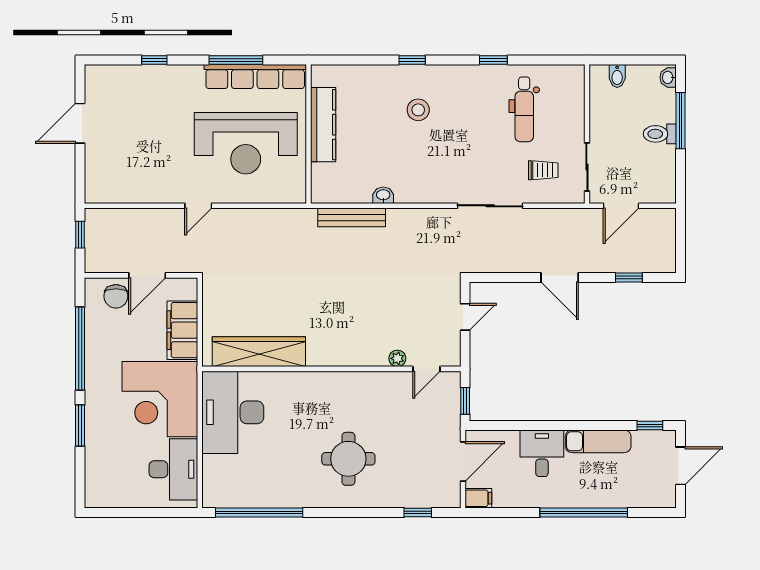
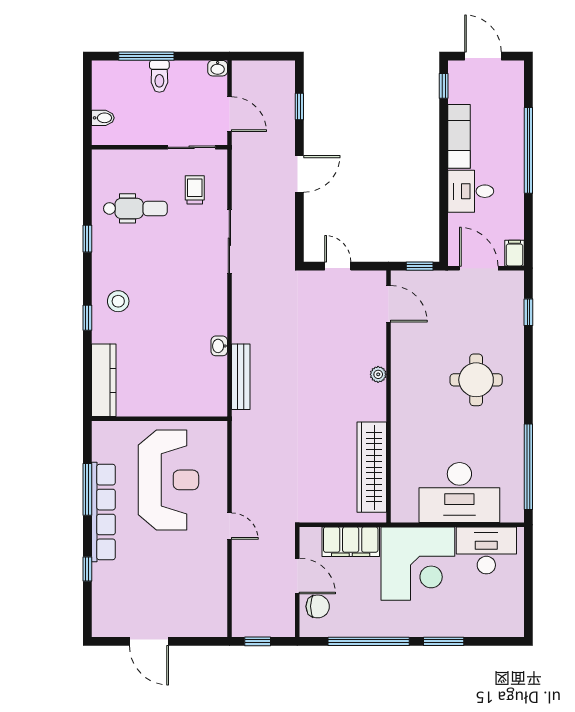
row of seats: (255, 76) -> (103, 512), moved
washbasin: (668, 77) -> (218, 68), moved
stool: (418, 110) -> (118, 301), moved
kitchen counter: (323, 125) -> (104, 380), moved, turned 90
plant: (397, 358) -> (378, 374), moved
door: (426, 369) -> (388, 304), width x1.38
desk: (233, 412) -> (459, 493), moved

